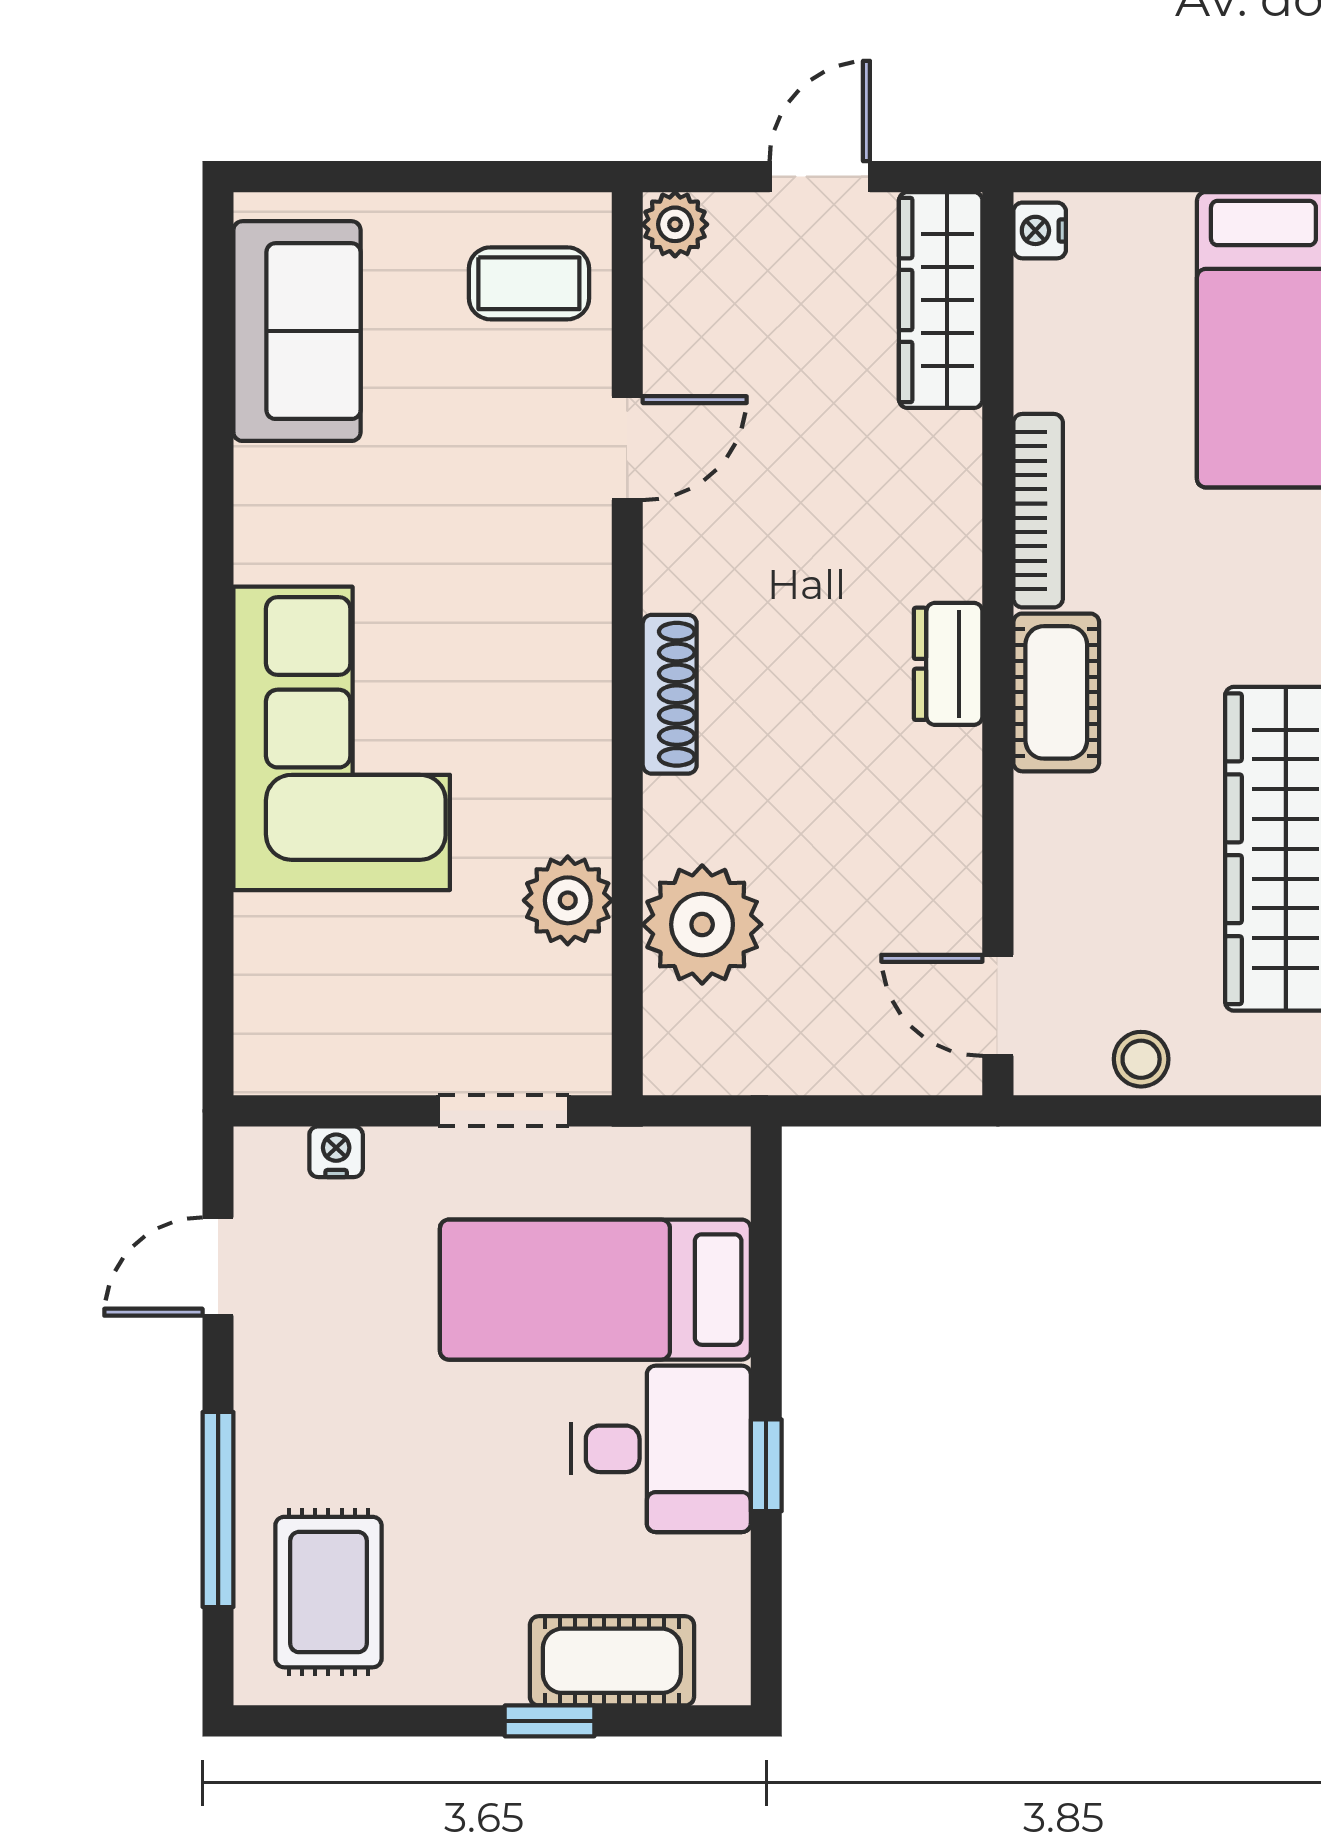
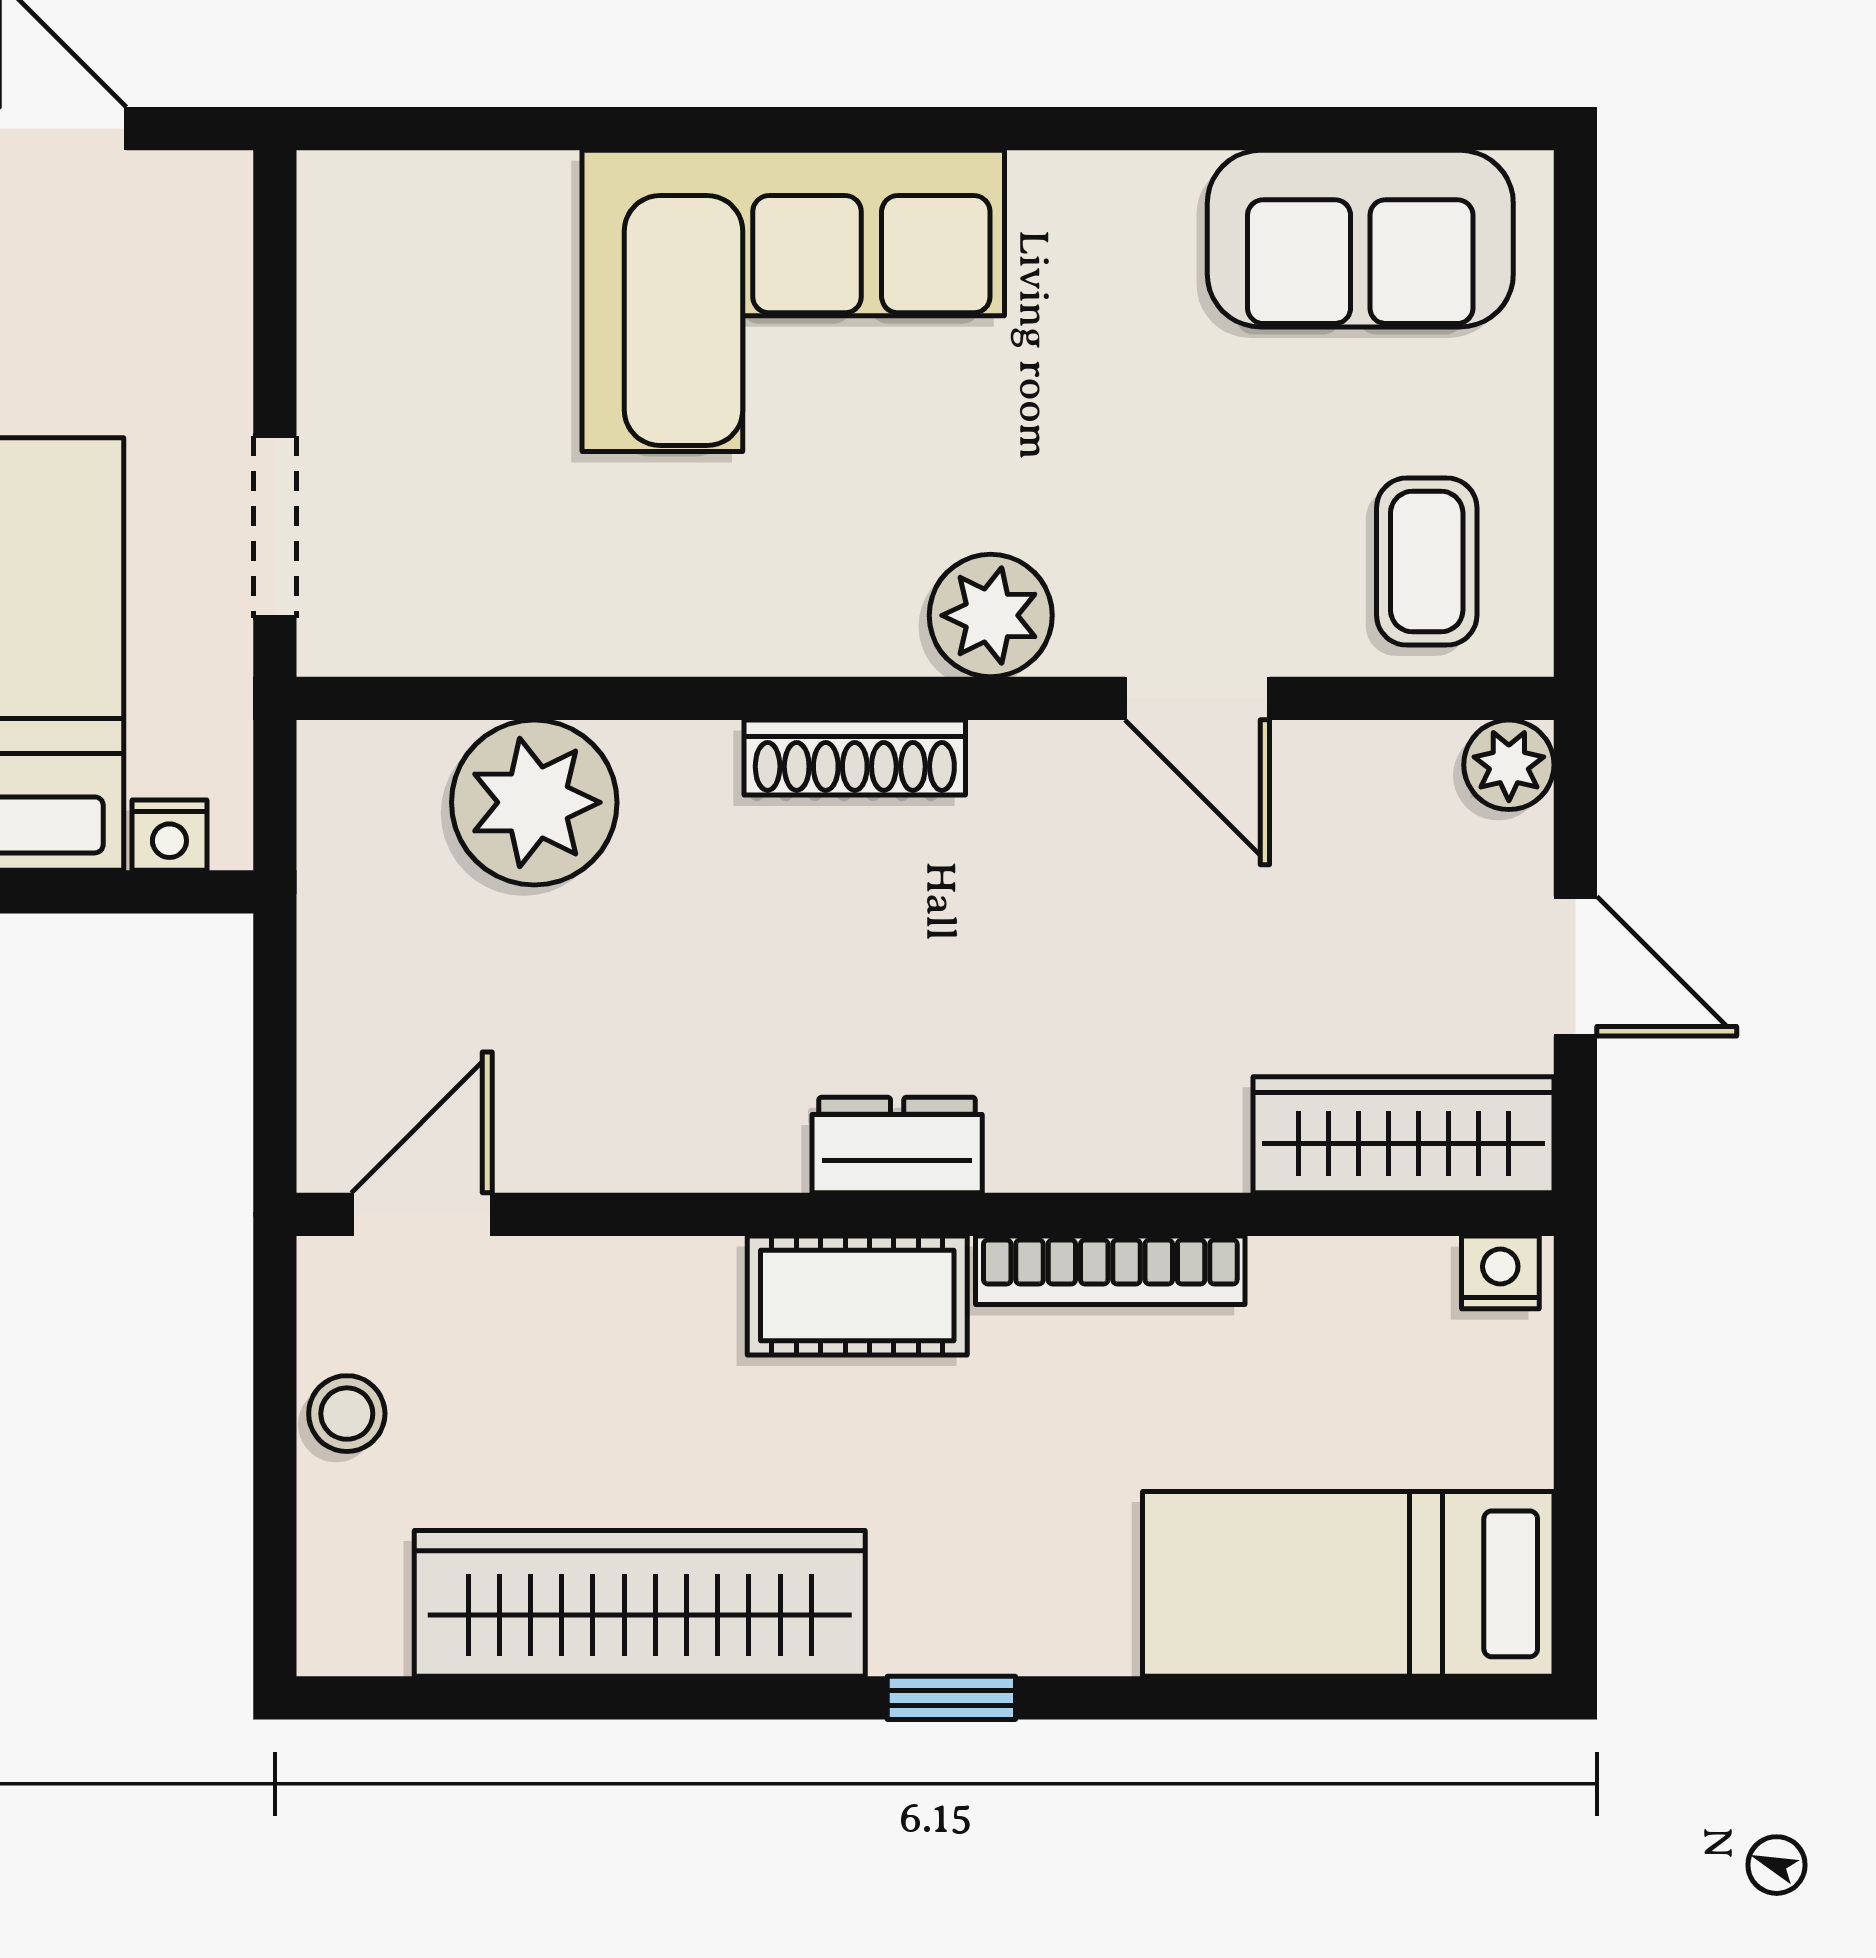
plant: (568, 900) -> (991, 615), moved
nightstand: (336, 1152) -> (169, 835), moved, turned 90

